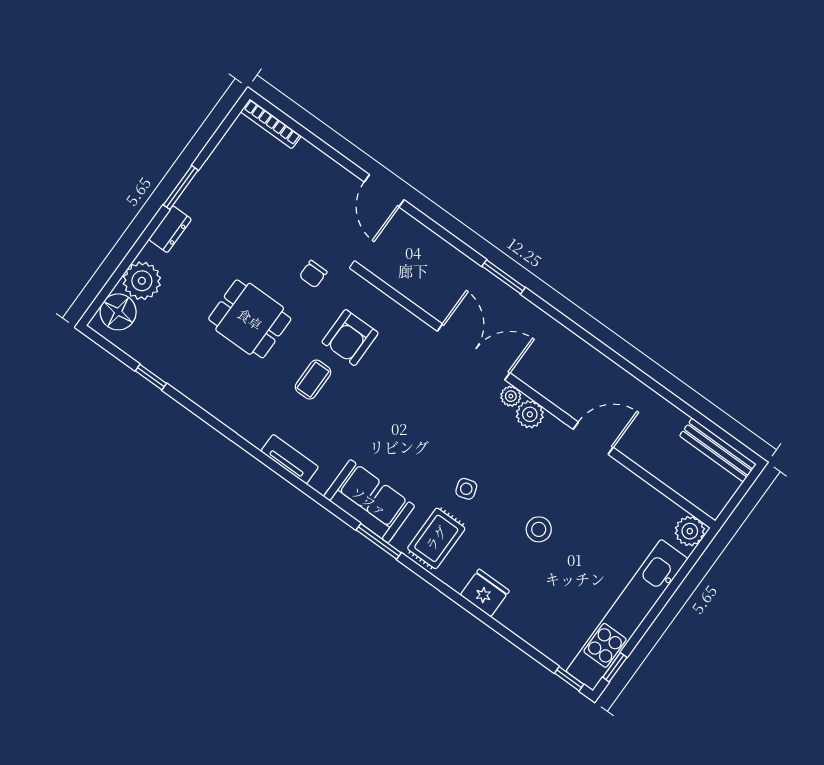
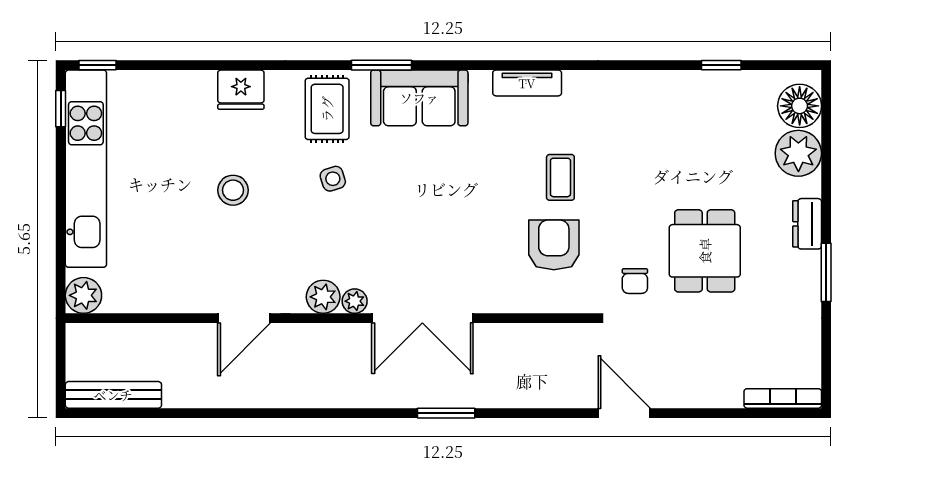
chair: (313, 274) -> (635, 281), turned 180
dining table: (250, 319) -> (705, 251), moved, turned 90

